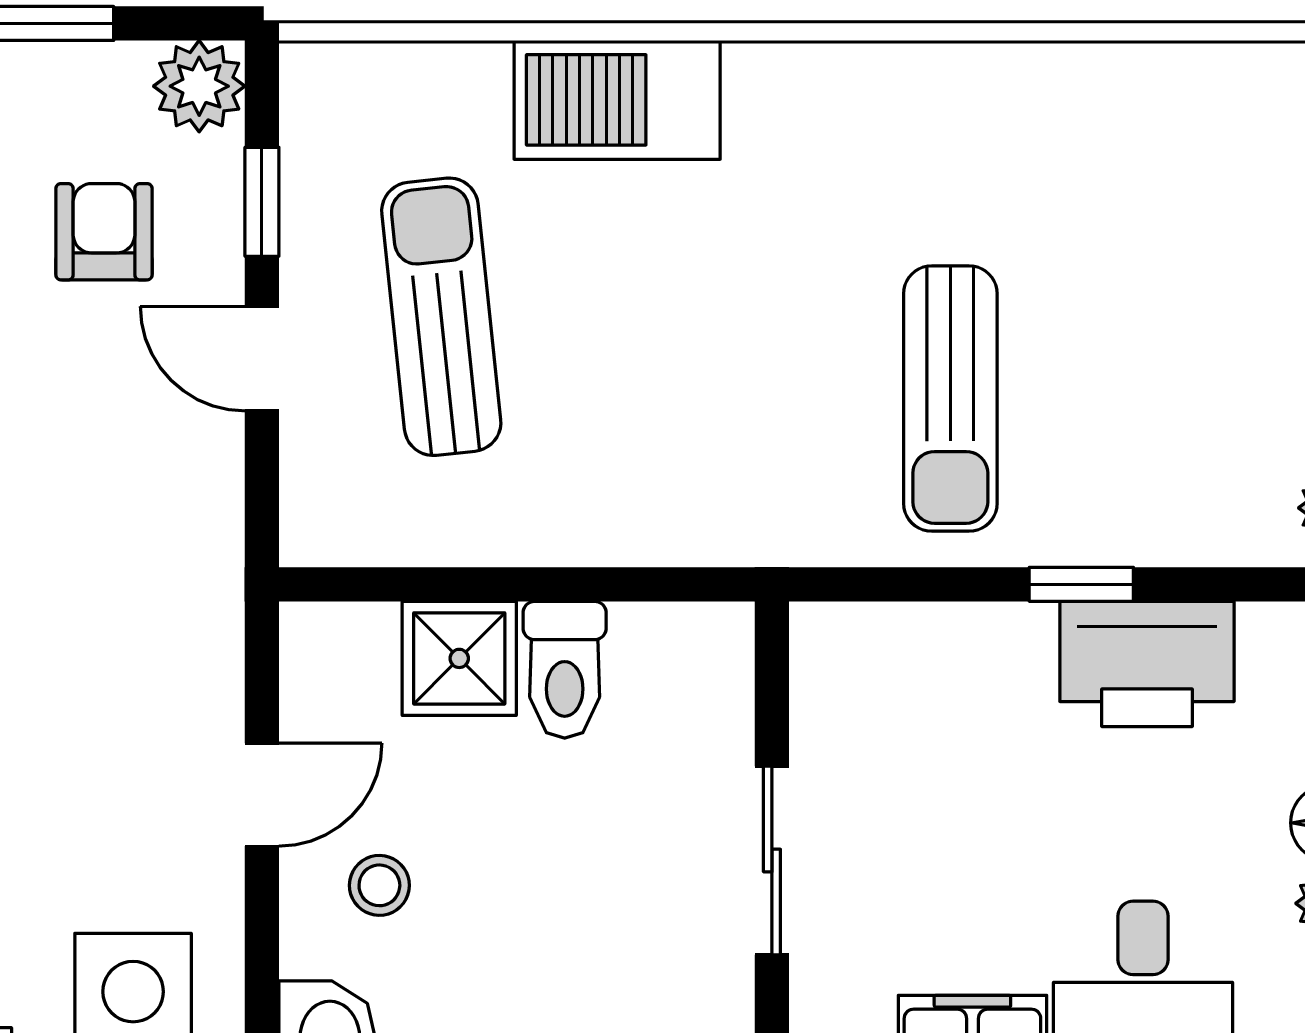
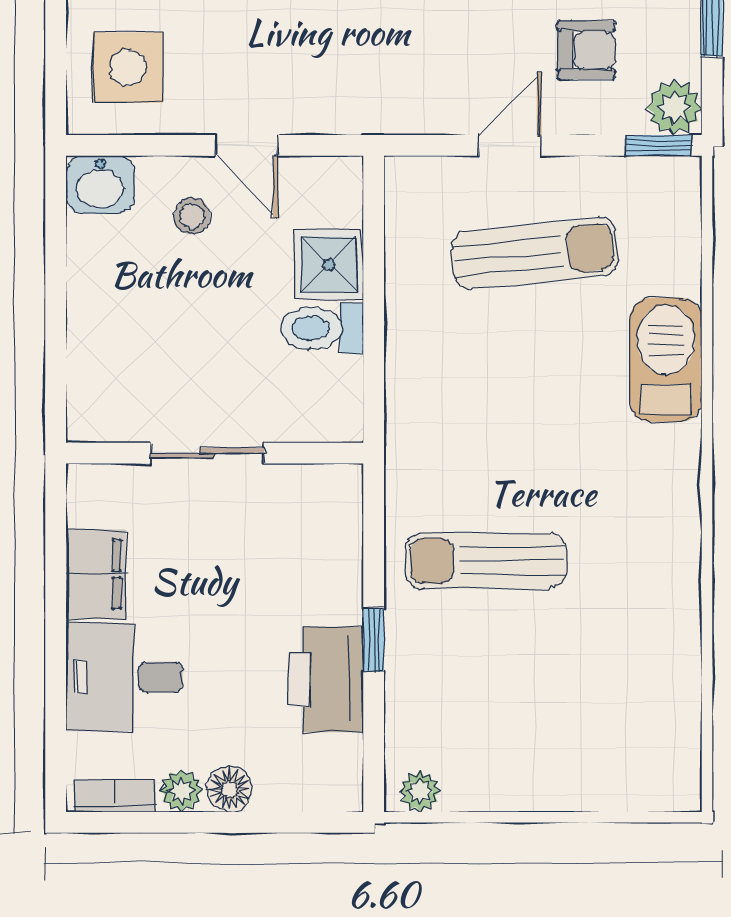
window: (262, 202) -> (658, 145), moved

